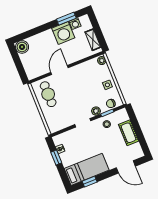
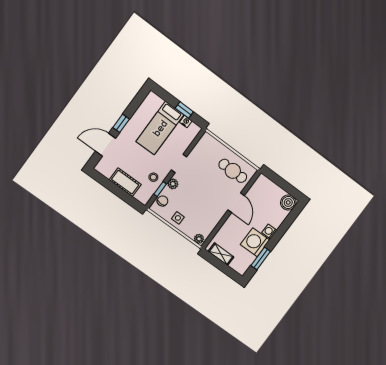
washing machine: (75, 24) -> (269, 231), moved
bed: (87, 169) -> (160, 128), moved
window: (90, 182) -> (121, 123), moved

